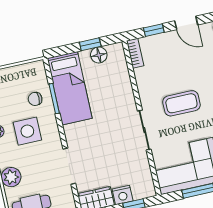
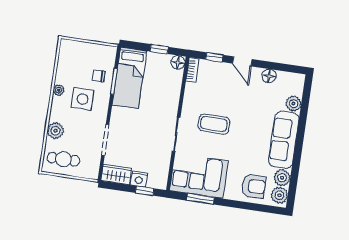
floor lamp: (99, 55) -> (178, 62), moved

